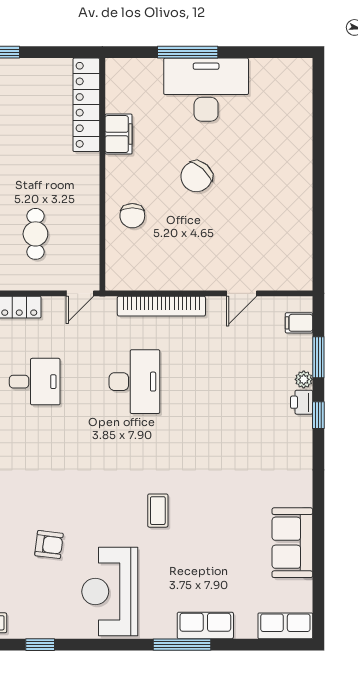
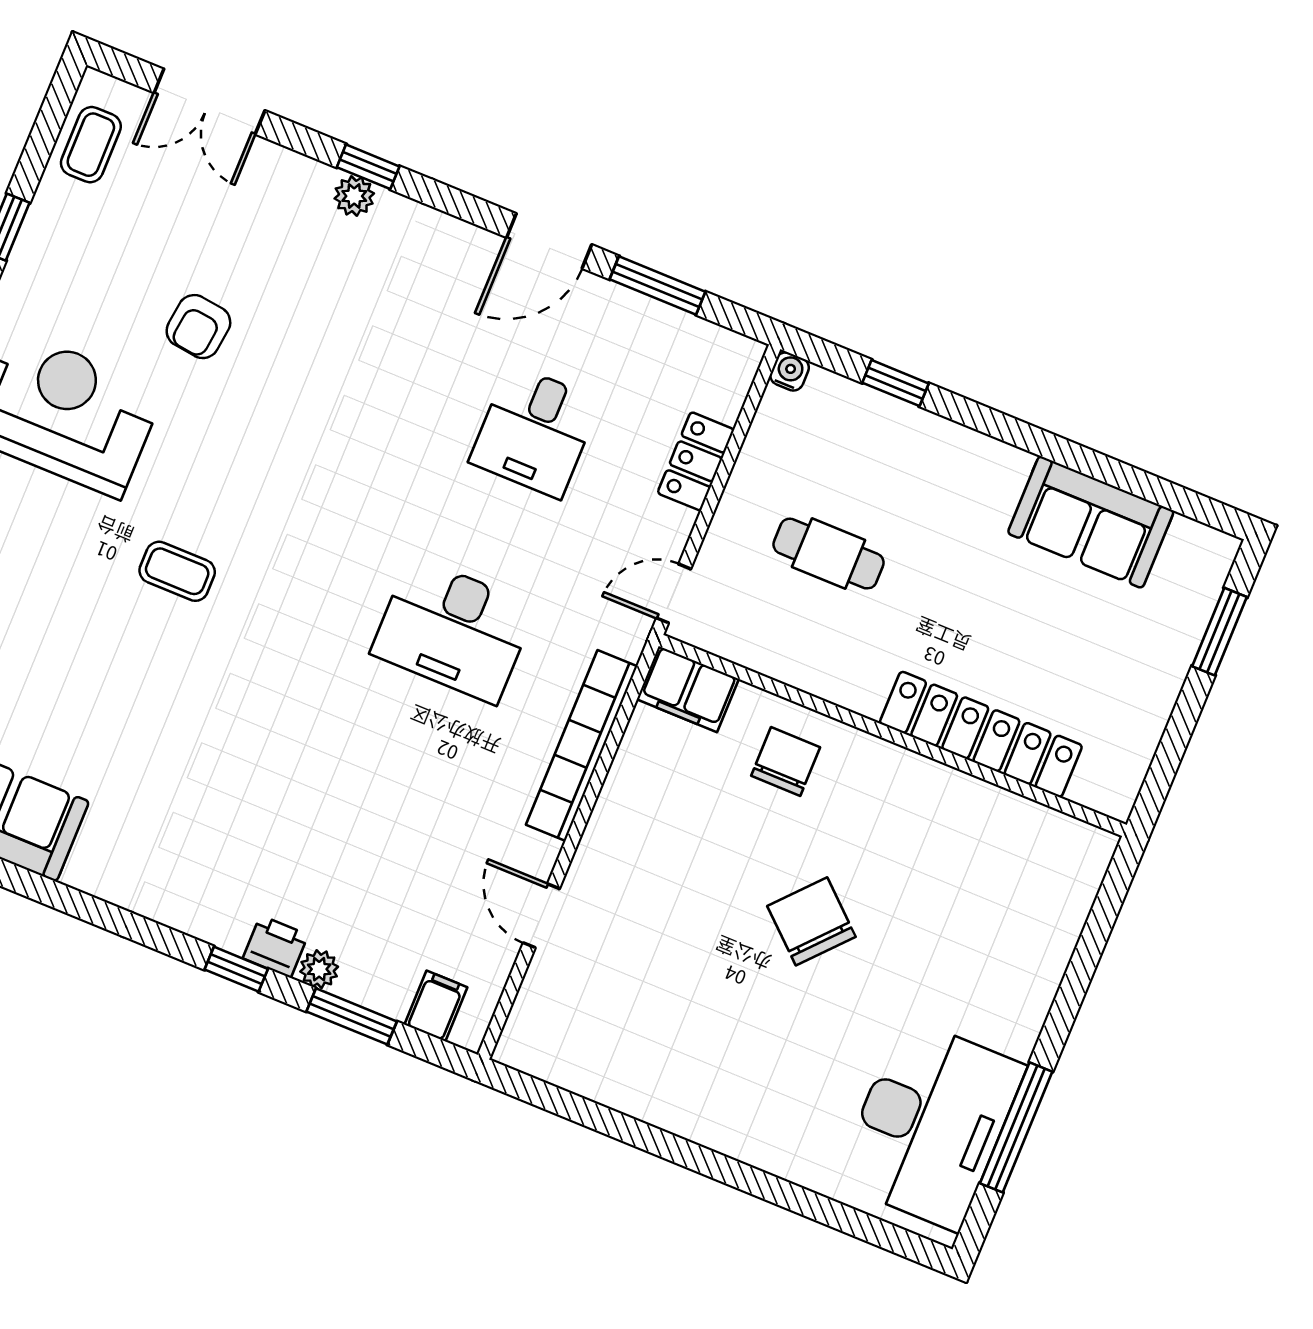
window: (188, 52) -> (1016, 1127), moved
desk: (206, 90) -> (930, 1124), moved
locker: (86, 105) -> (981, 734), moved
filing cabinet: (119, 134) -> (688, 689), moved
chair: (132, 216) -> (786, 761), turned 90
door: (80, 293) -> (674, 593), hinge flipped

